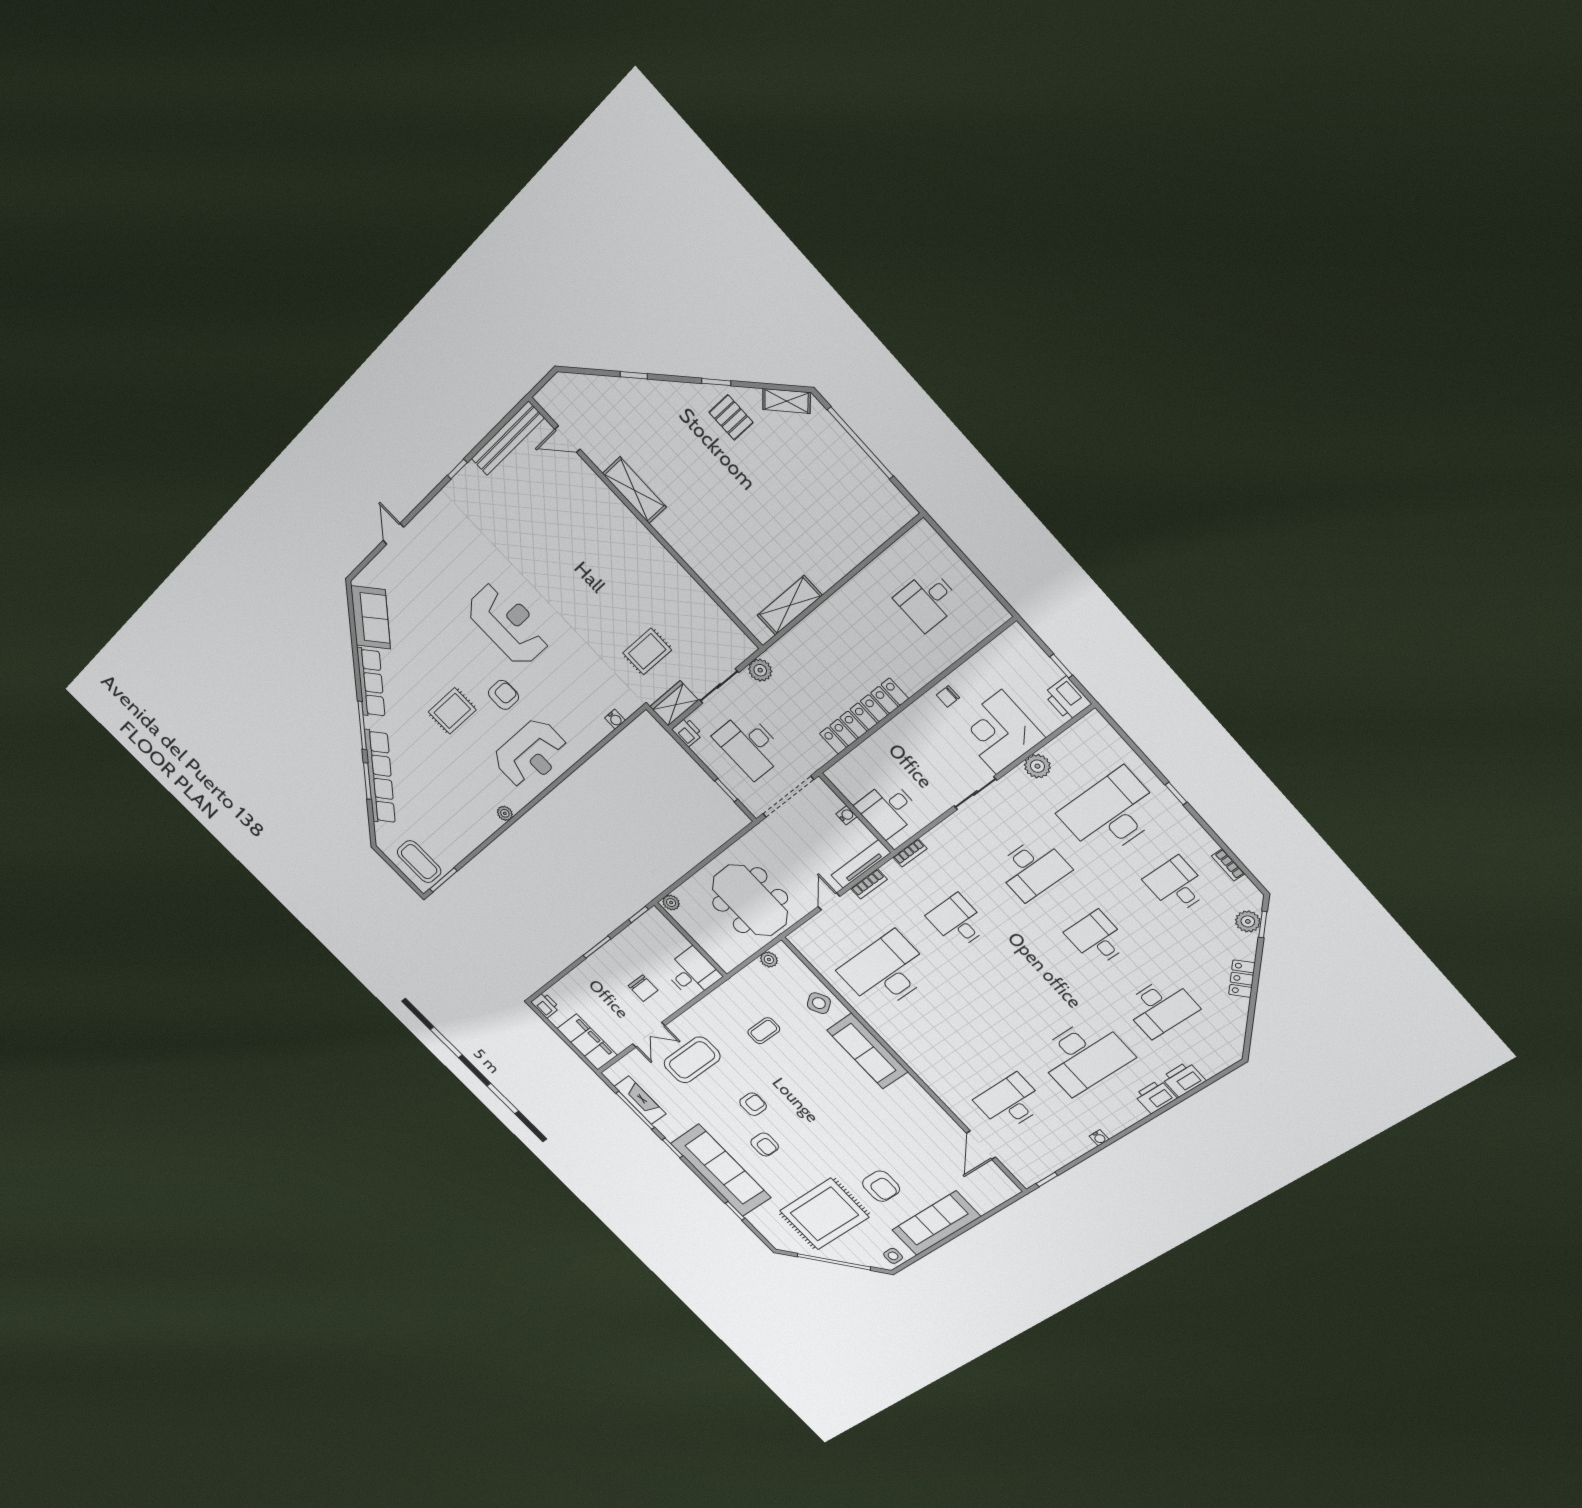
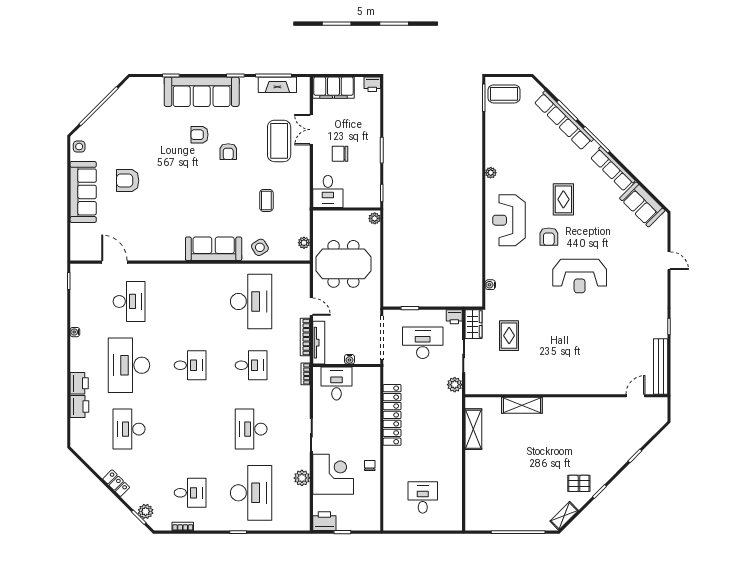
shelving: (634, 490) -> (522, 405), moved
bookcase: (869, 884) -> (305, 337), width x1.56
desk: (1097, 938) -> (190, 365), moved
rug: (824, 1214) -> (133, 129), removed

